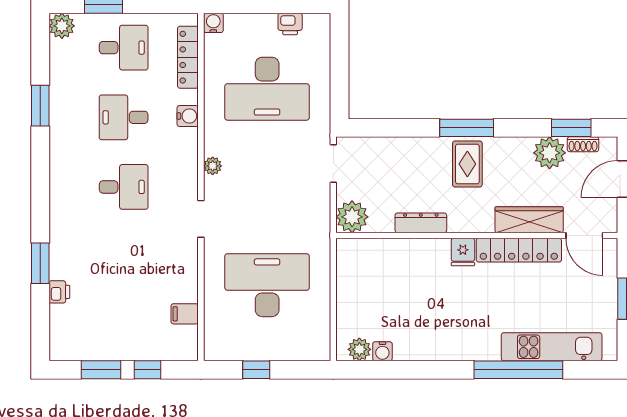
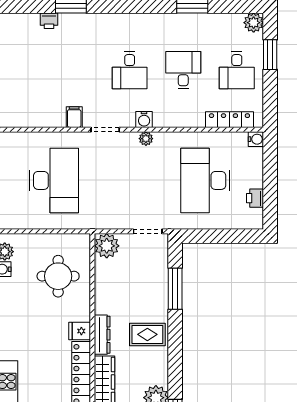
water cooler: (188, 116) -> (144, 119), moved
window: (467, 128) -> (175, 289), moved
dresser: (421, 223) -> (102, 335), moved
round table: (392, 280) -> (58, 276), added
filing cabinet: (185, 314) -> (74, 117), moved

